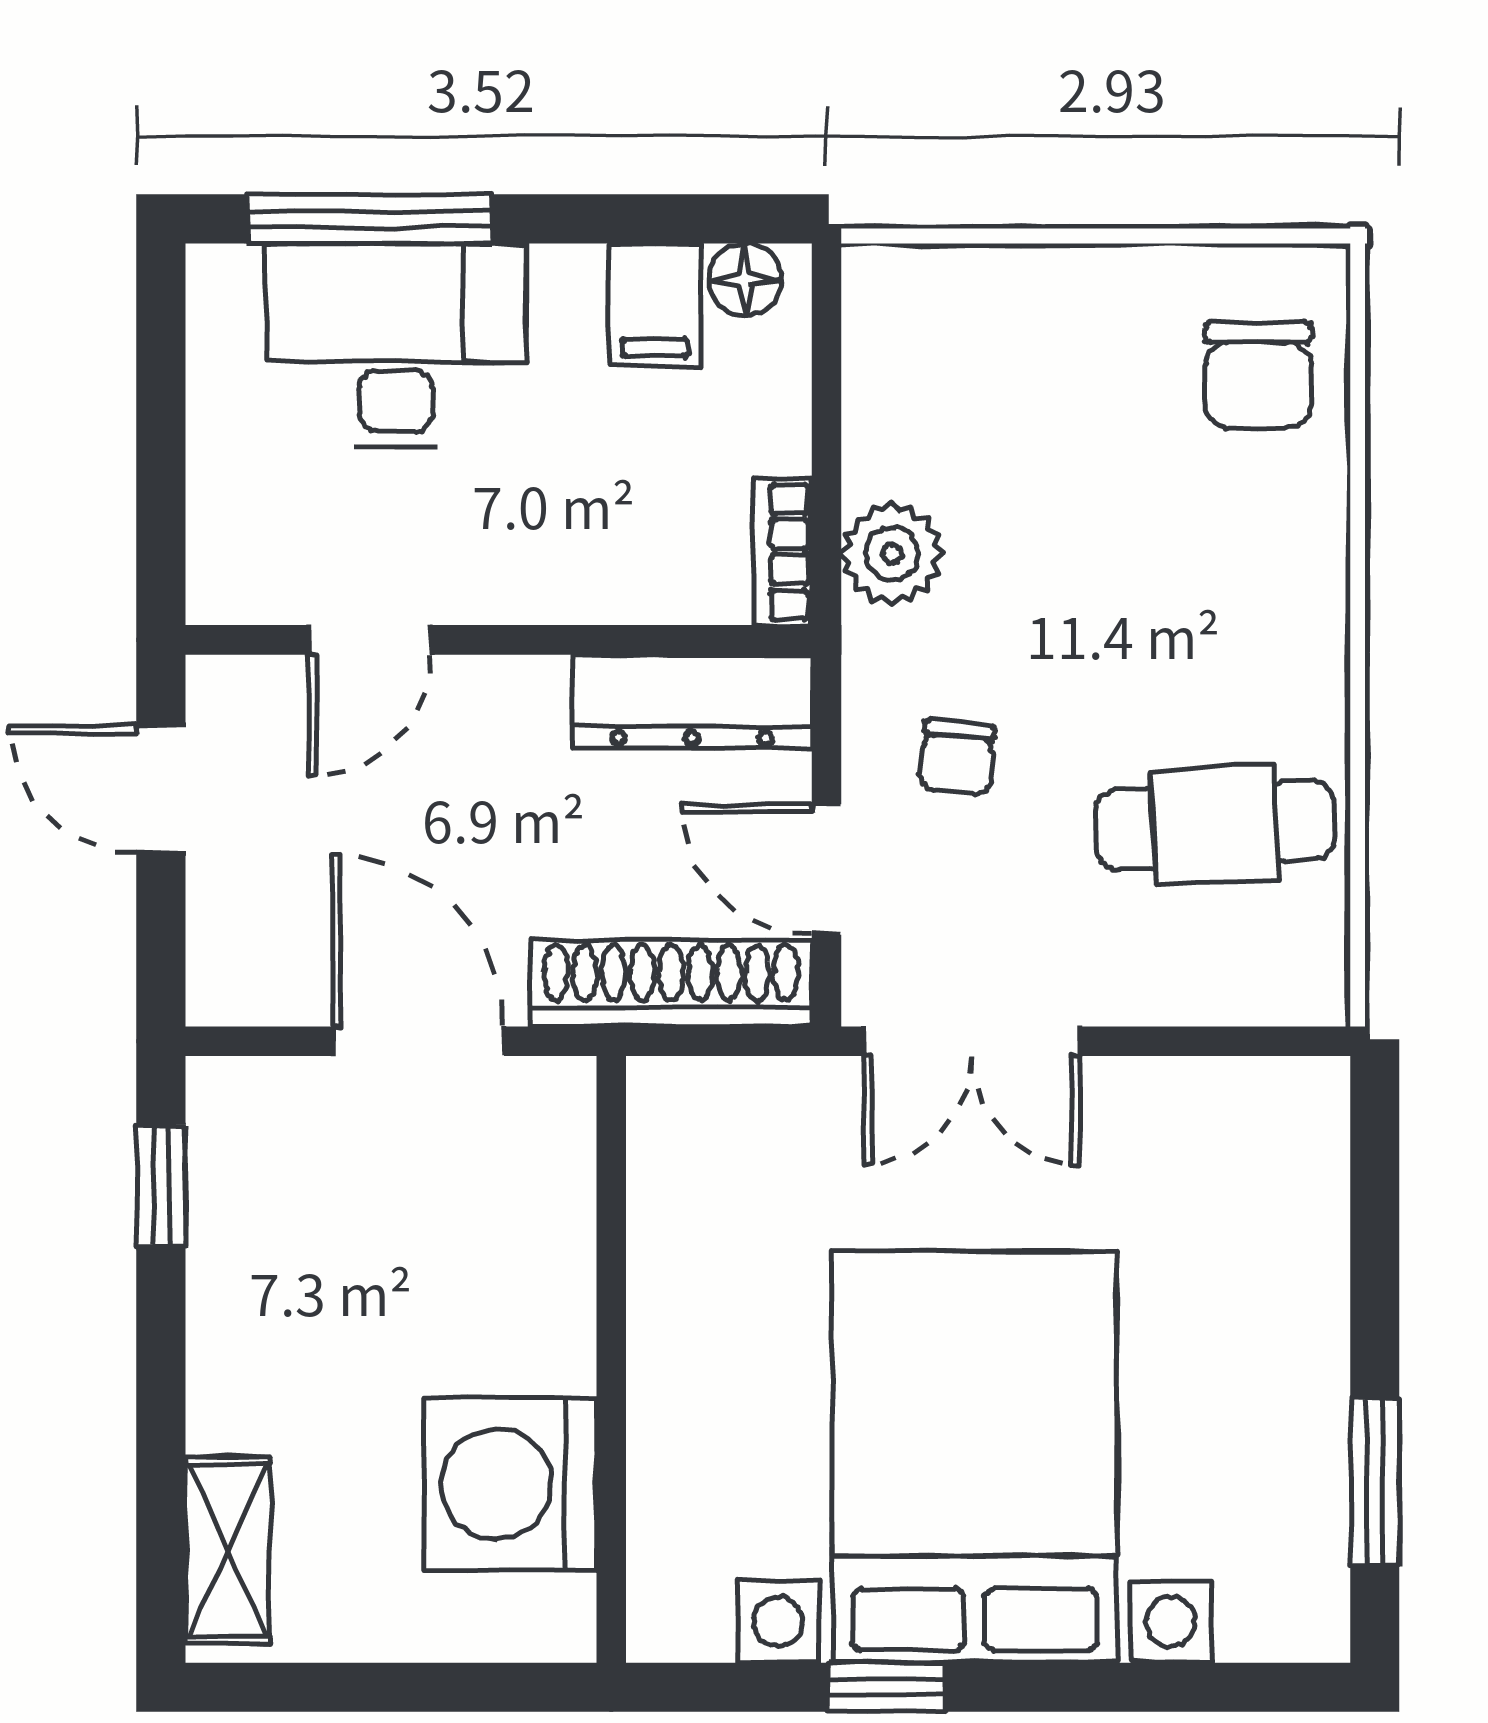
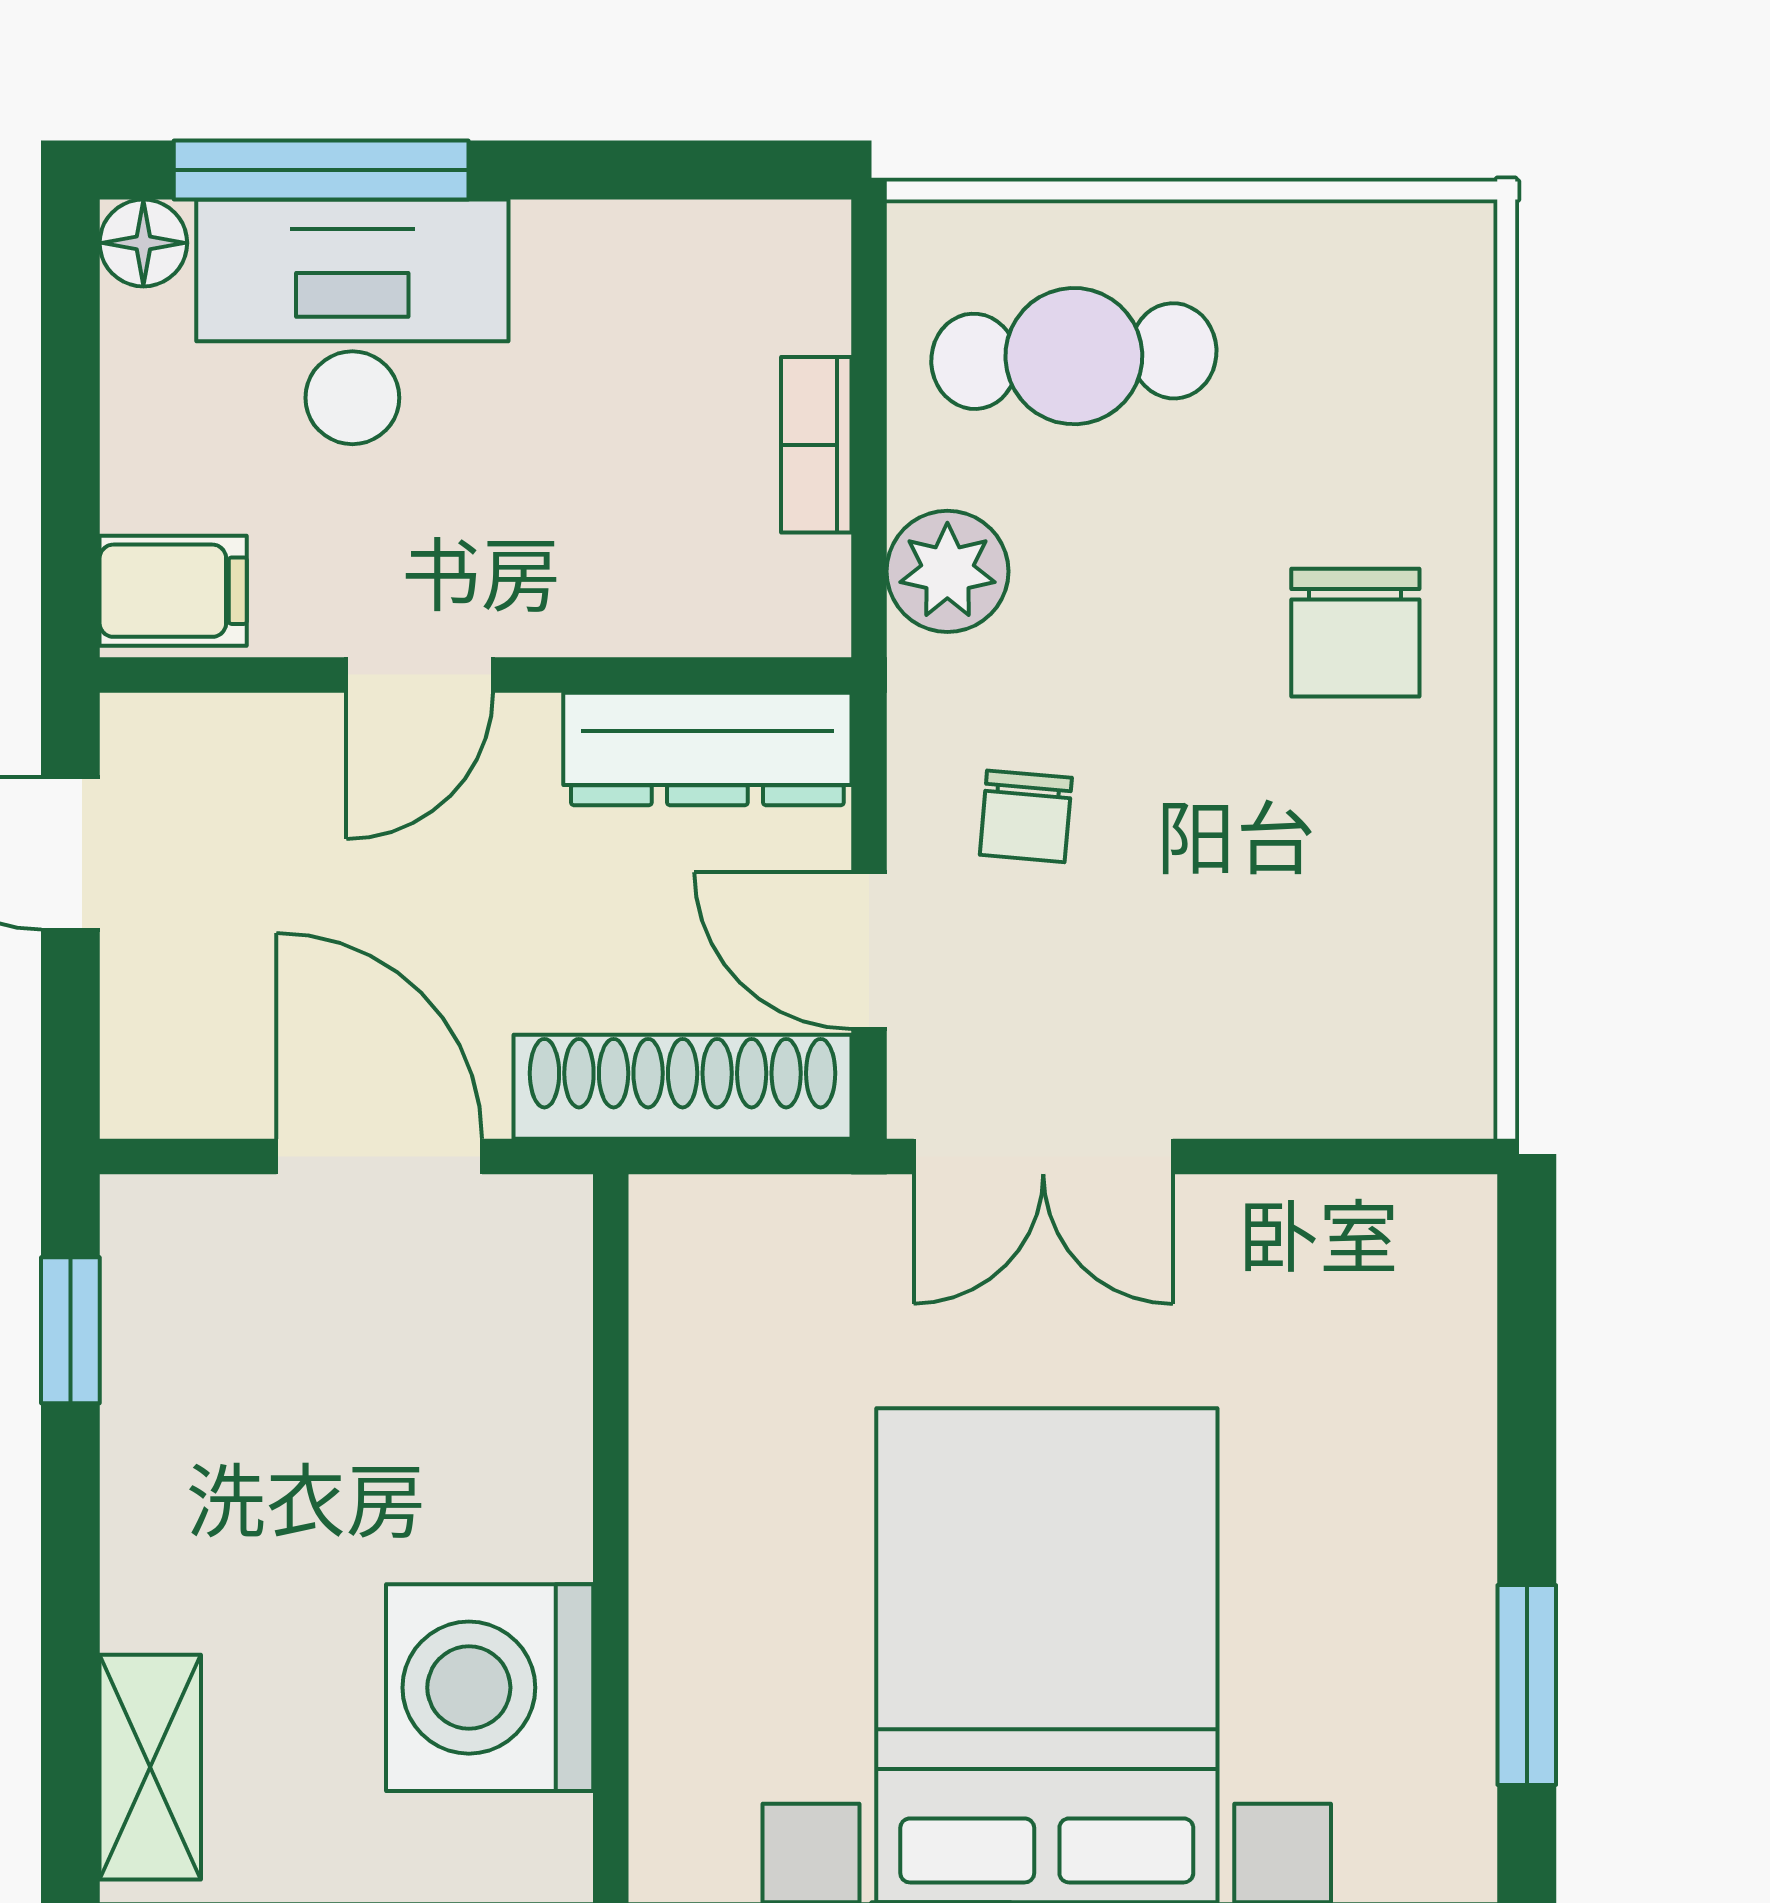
floor lamp: (745, 280) -> (143, 243), moved
filing cabinet: (655, 305) -> (173, 591), moved, turned -90
chair: (1258, 375) -> (1355, 633), moved
bookcase: (783, 552) -> (816, 445), moved
door: (369, 640) -> (420, 675), moved
cafe table: (1215, 825) -> (1074, 356), moved

